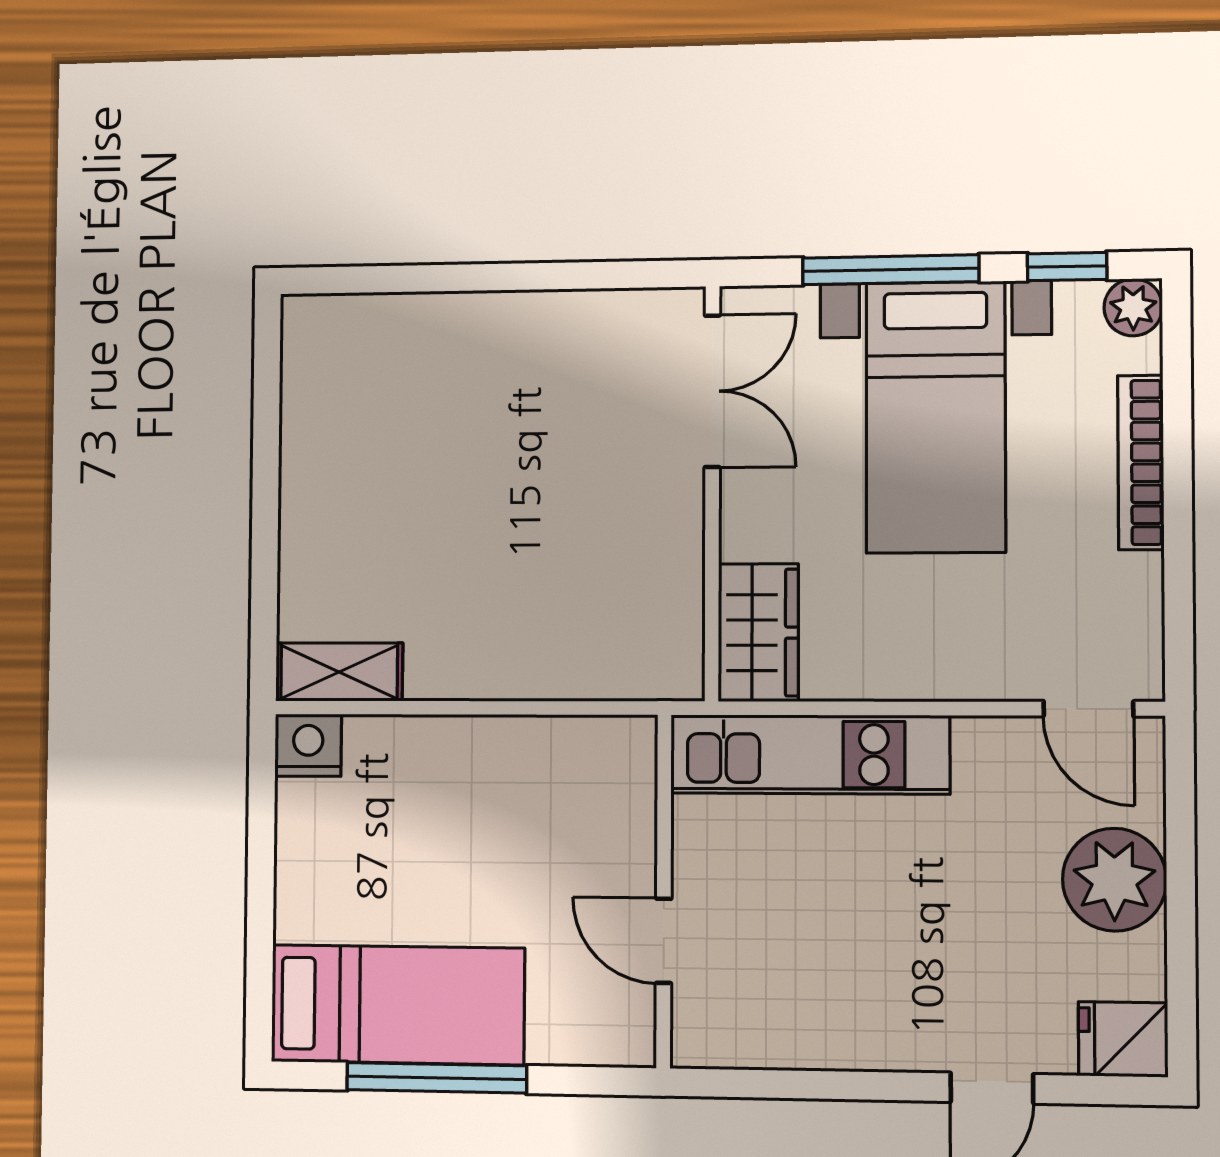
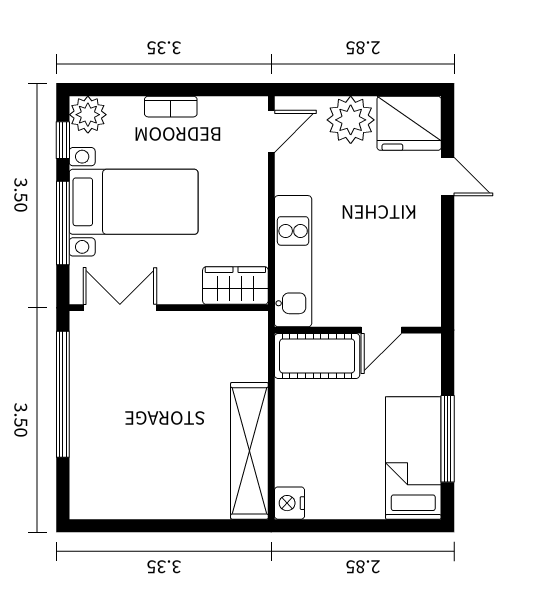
window: (534, 276) -> (63, 394), added
plant: (1133, 307) -> (88, 115), width x1.38, depth x1.38
bookcase: (1141, 462) -> (171, 107), width x0.64
shelving: (339, 672) -> (249, 451), width x2.20, depth x1.33
cot: (610, 804) -> (317, 356), added
fridge: (1123, 1039) -> (409, 123), width x1.88, depth x1.34

